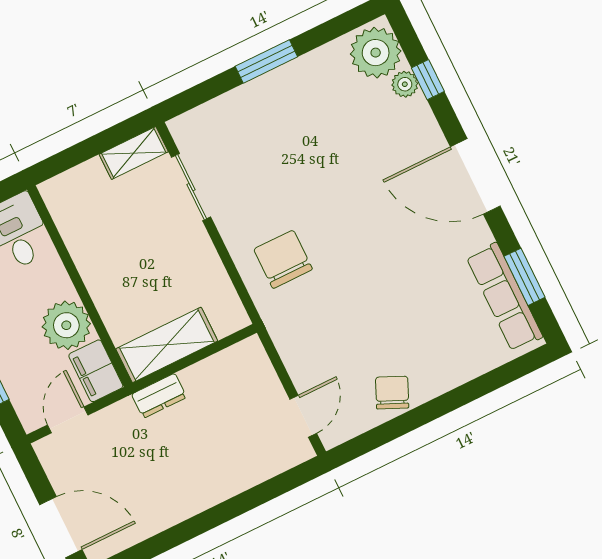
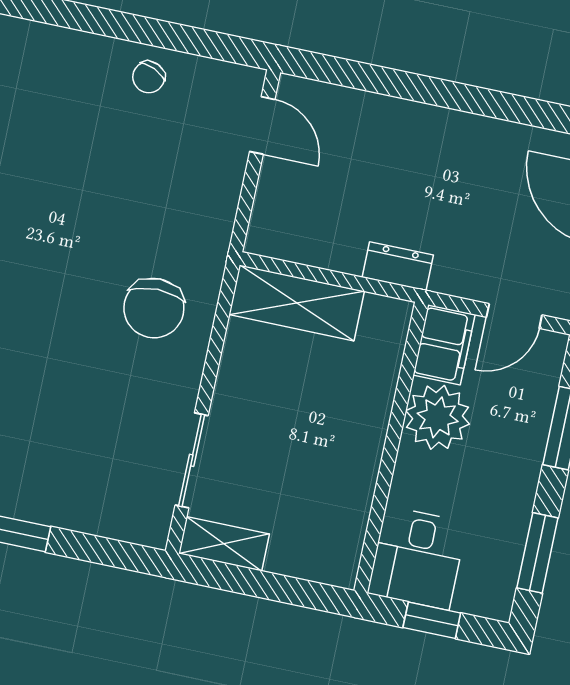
shelving: (167, 345) -> (297, 303), moved
chair: (392, 393) -> (149, 77), width x0.73, depth x0.73
door: (303, 416) -> (262, 125), swing flipped

